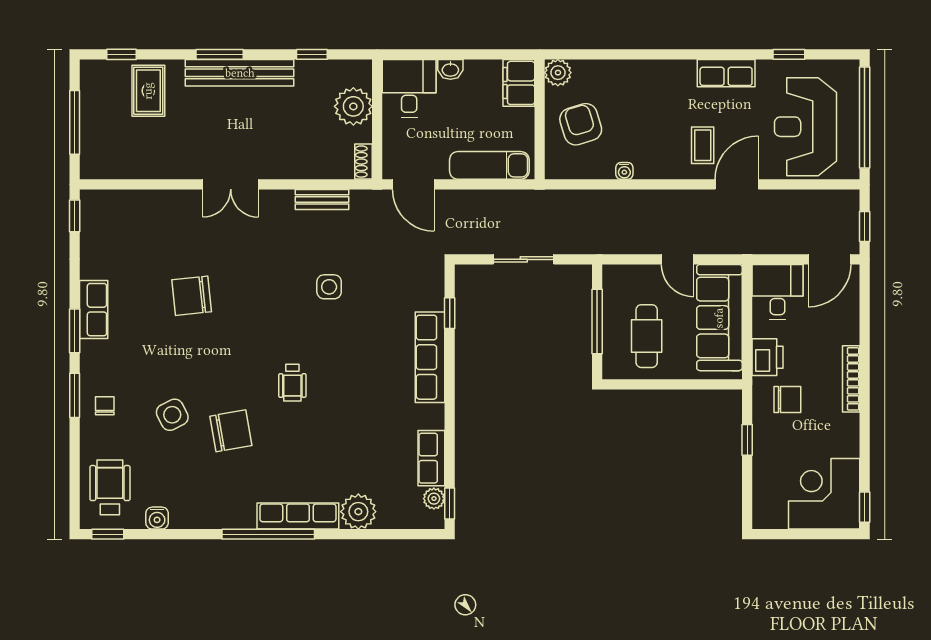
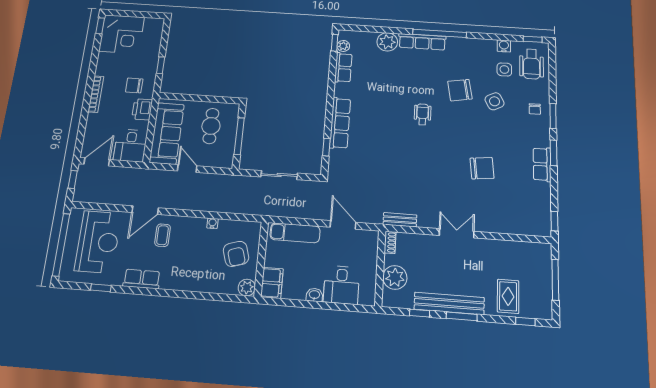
window: (312, 54) -> (420, 313), moved
plant: (353, 106) -> (395, 277), moved
wall: (377, 119) -> (380, 268), moved
shoe rack: (364, 162) -> (390, 242), moved
side table: (329, 287) -> (504, 69), moved

